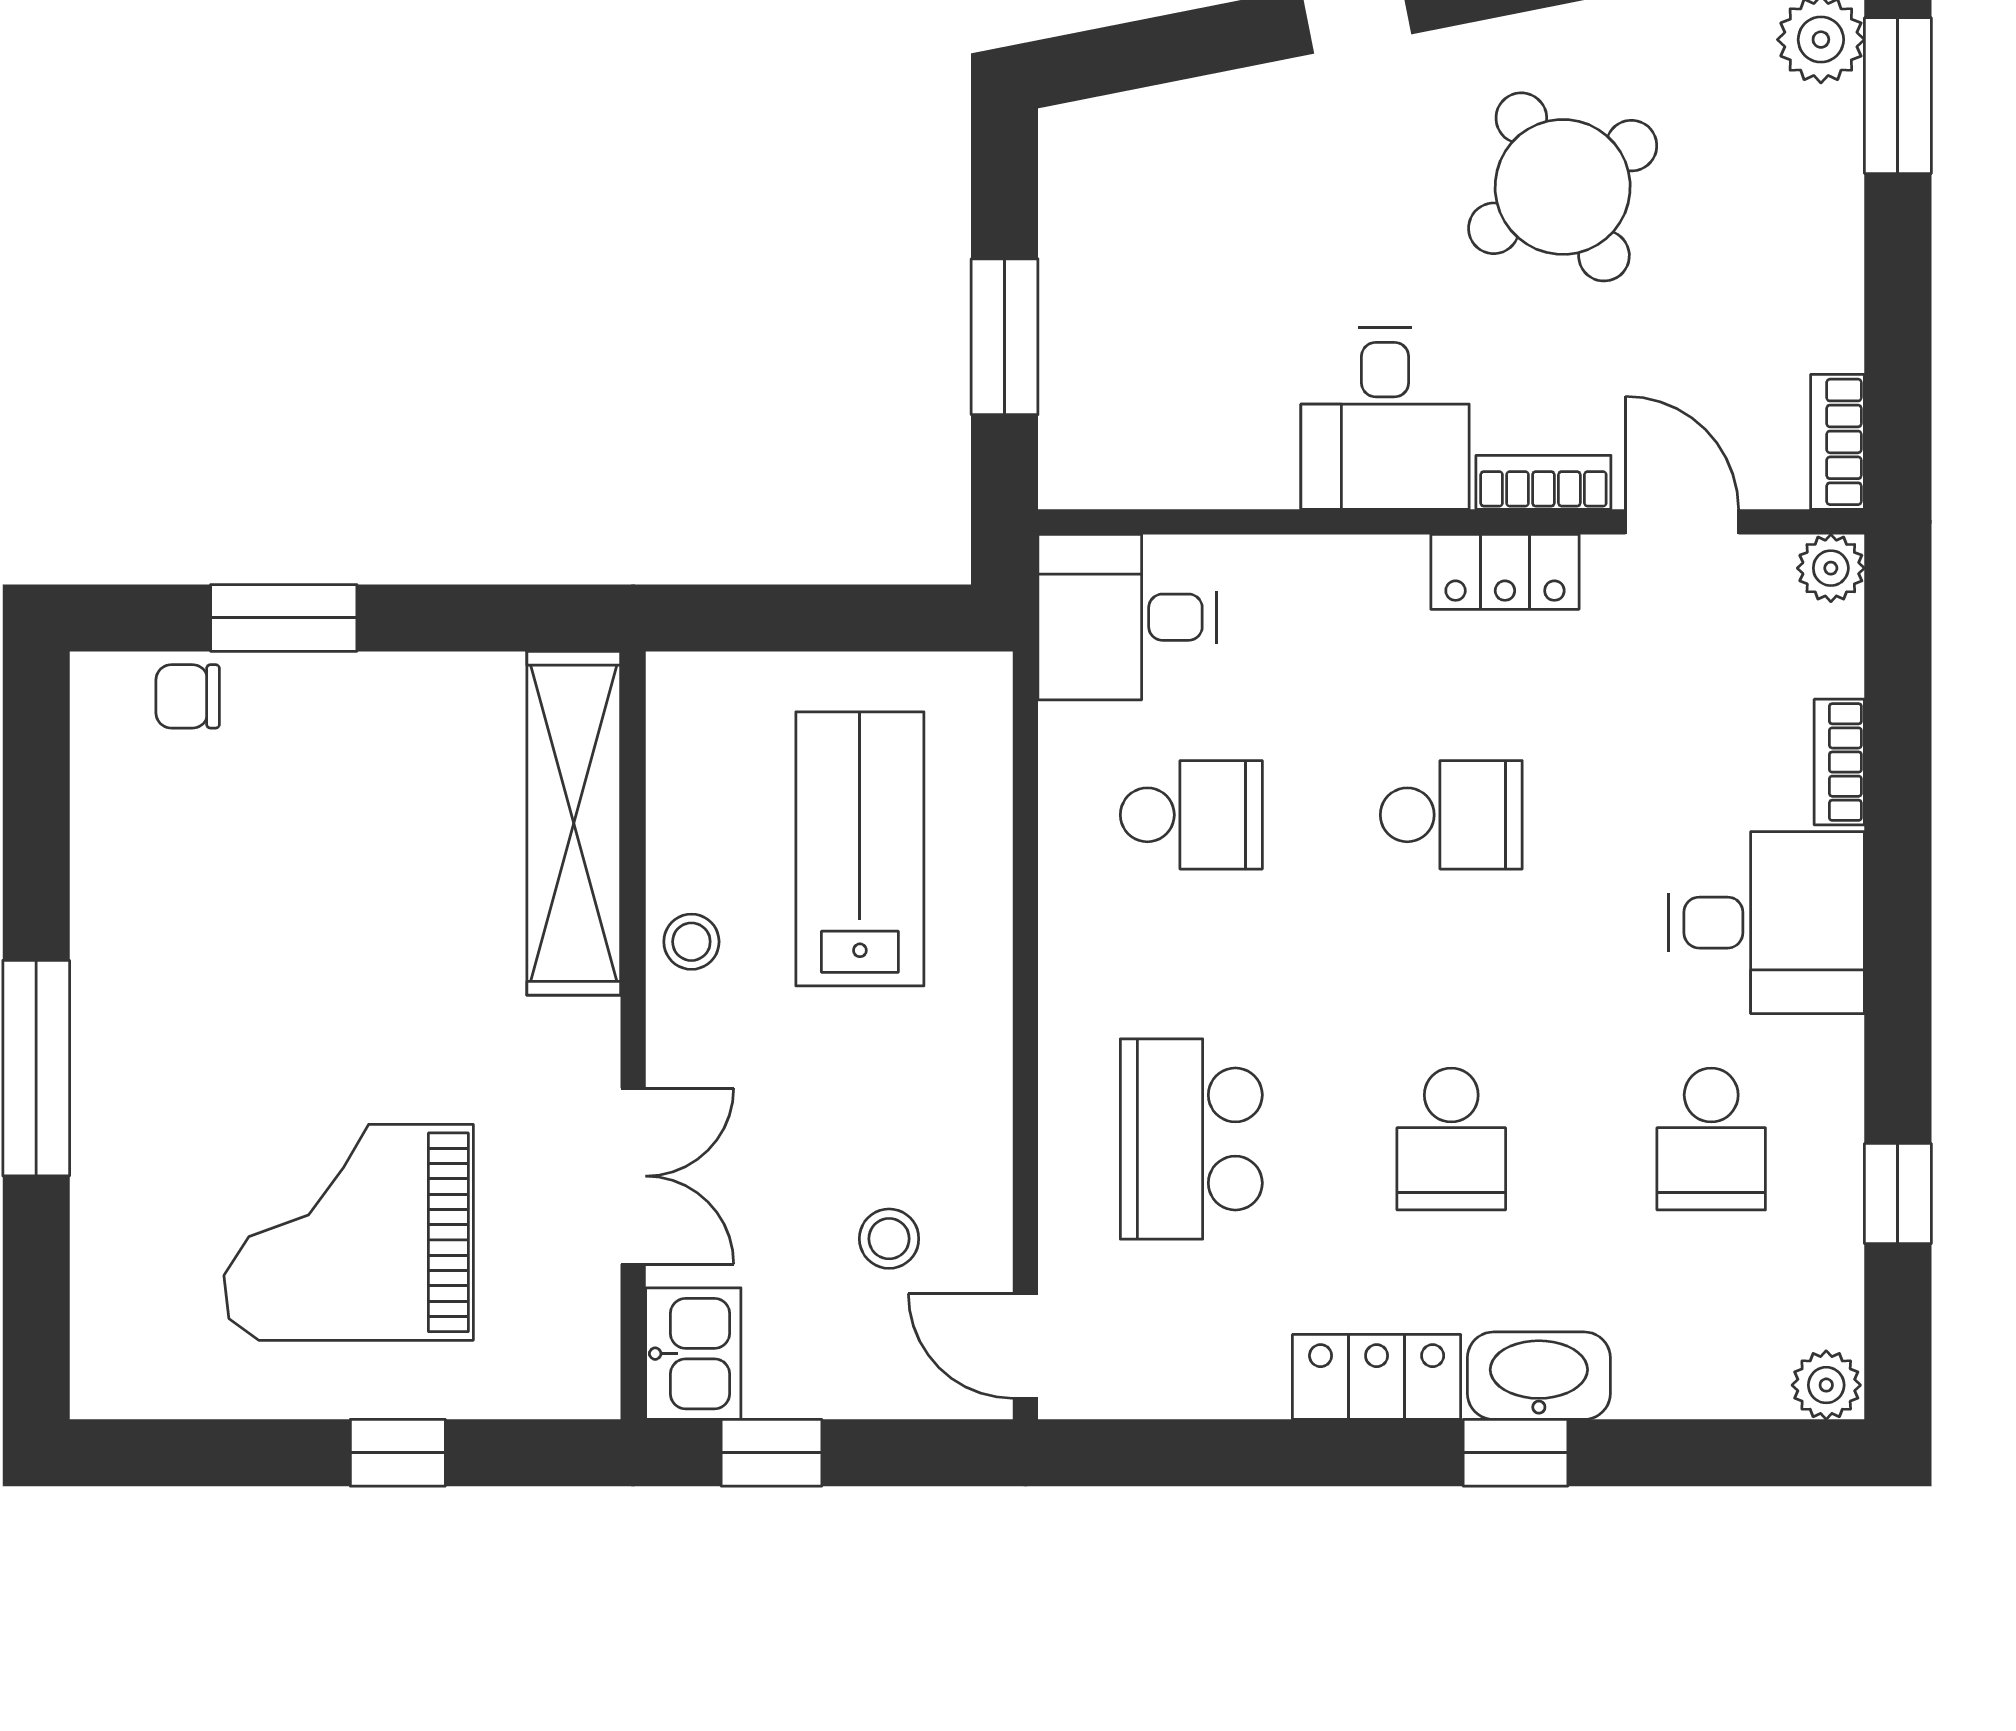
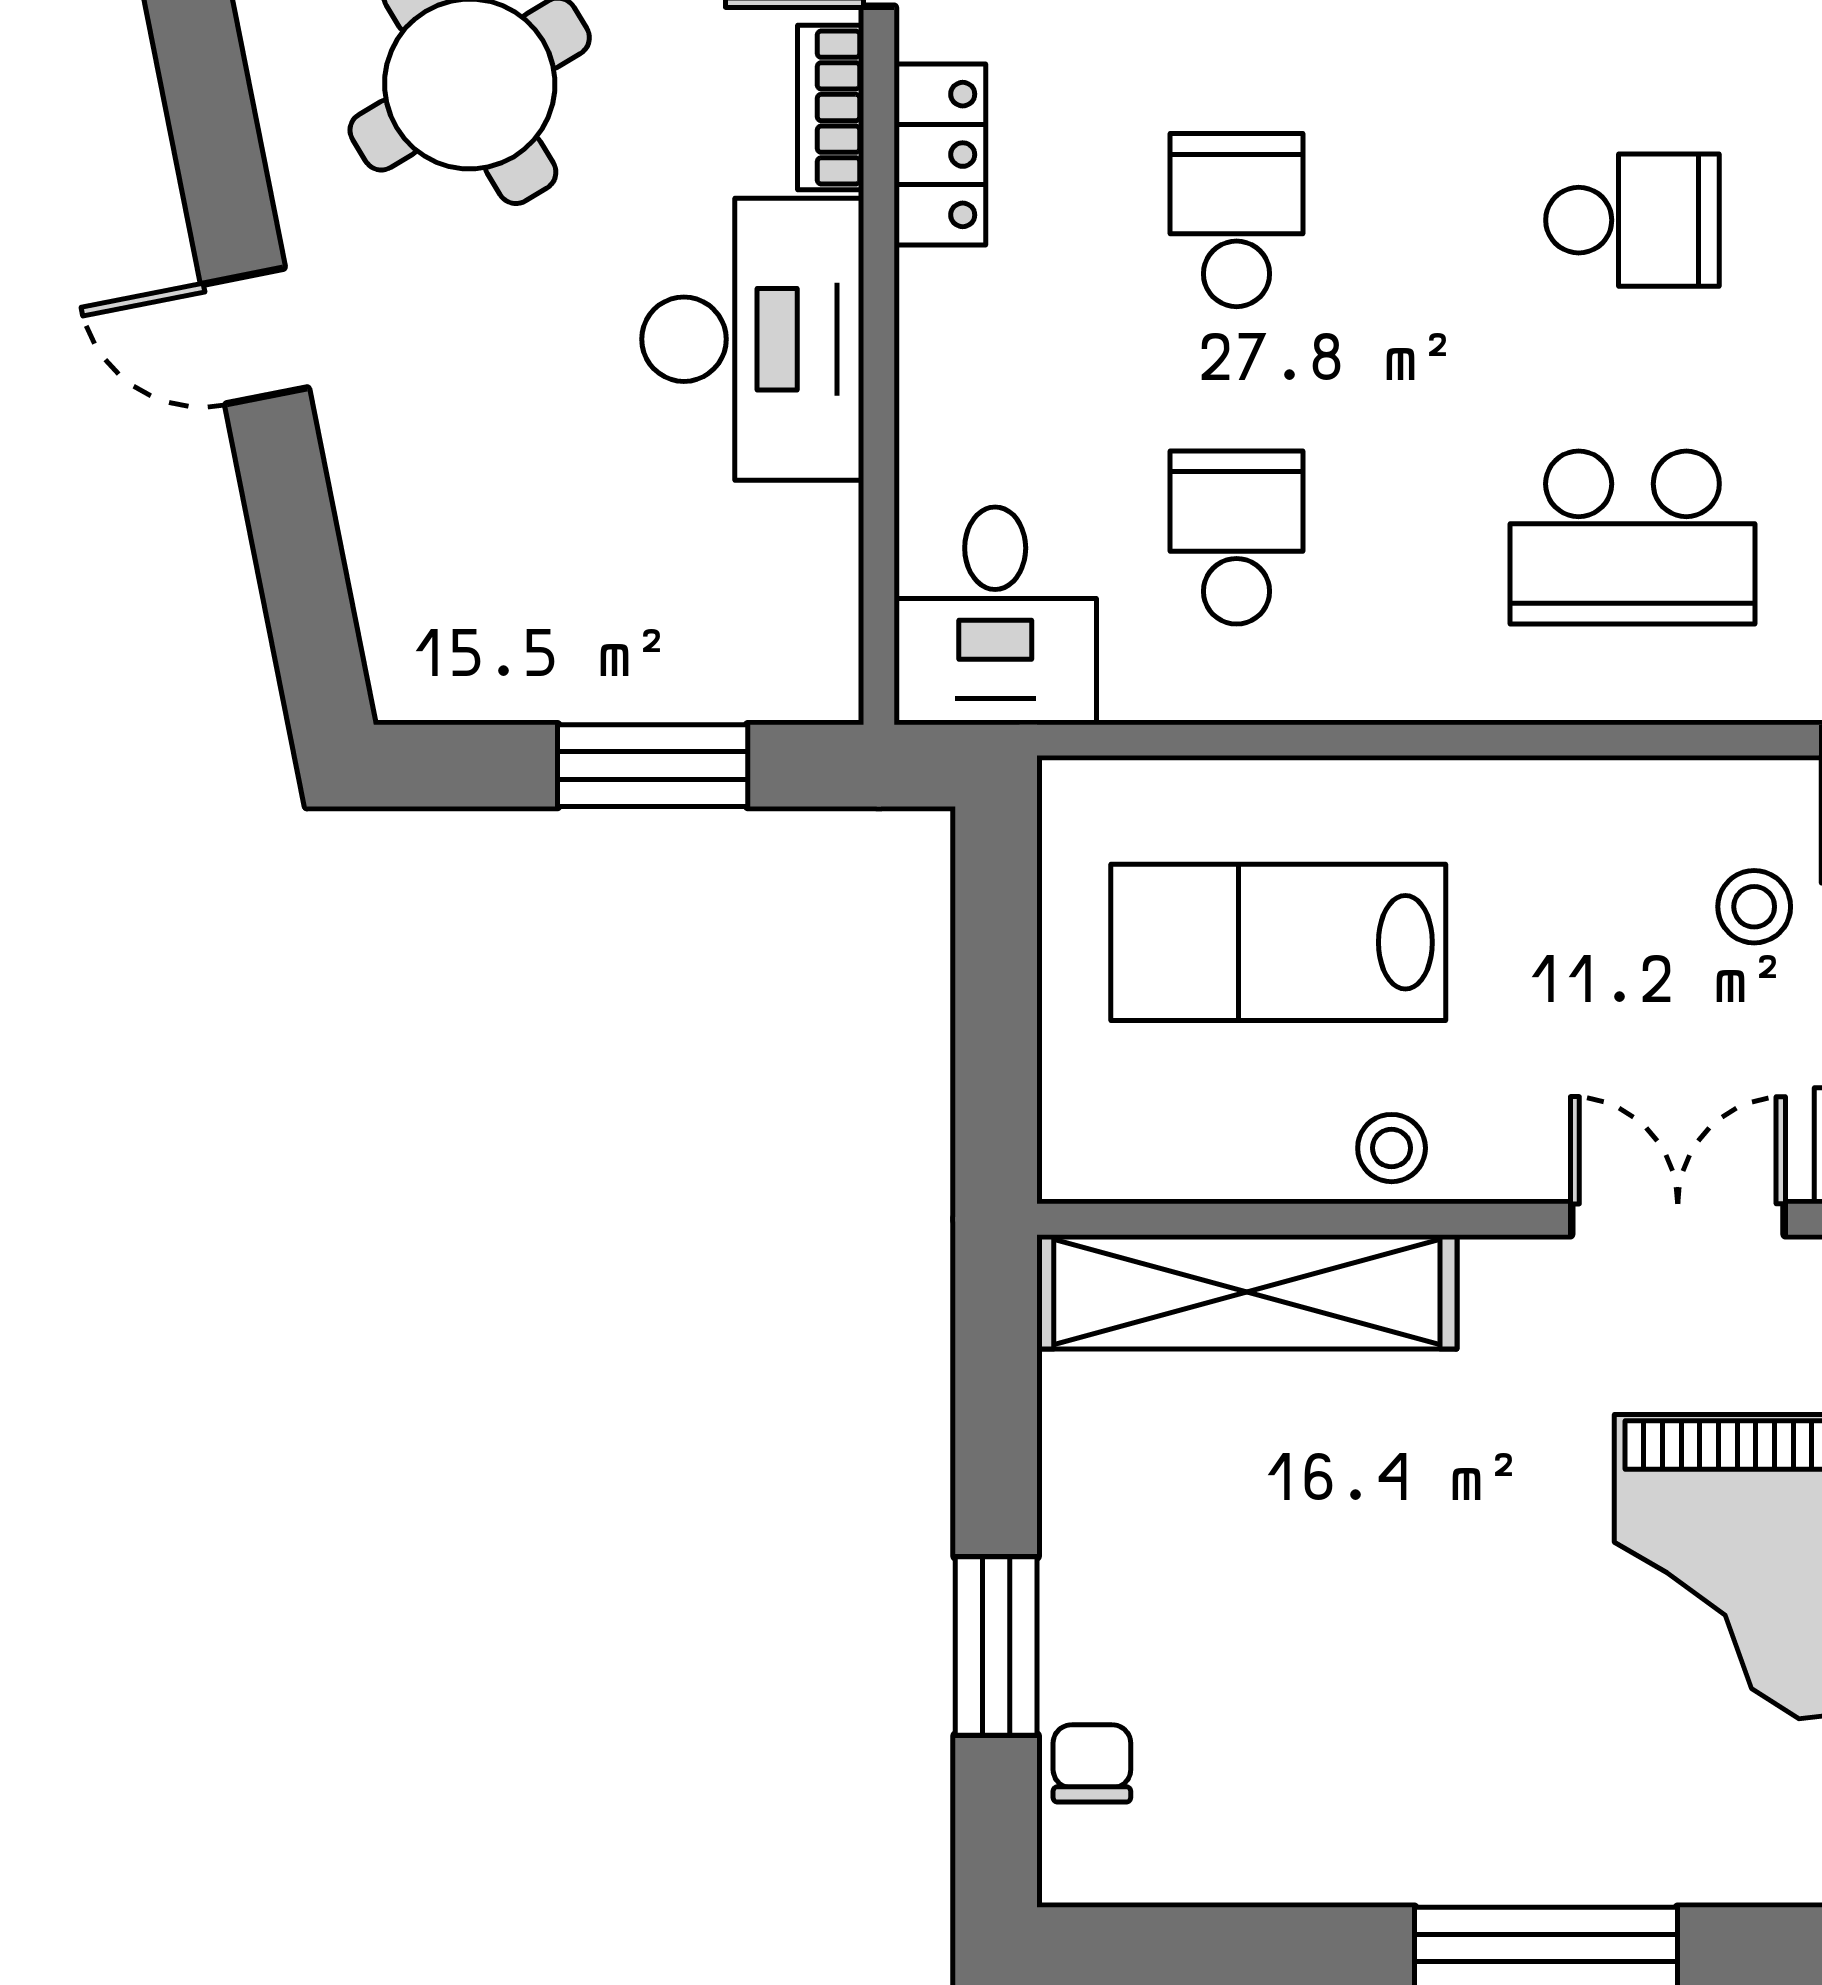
desk: (1385, 419) -> (753, 339), width x1.37
chair: (188, 696) -> (1092, 1763), turned 180

